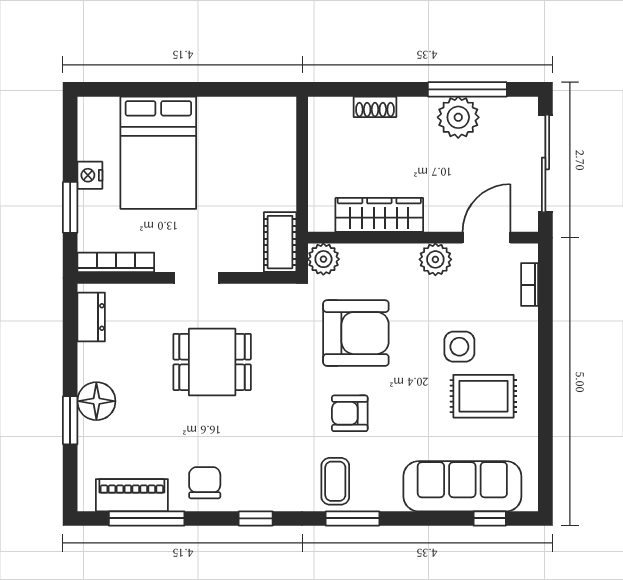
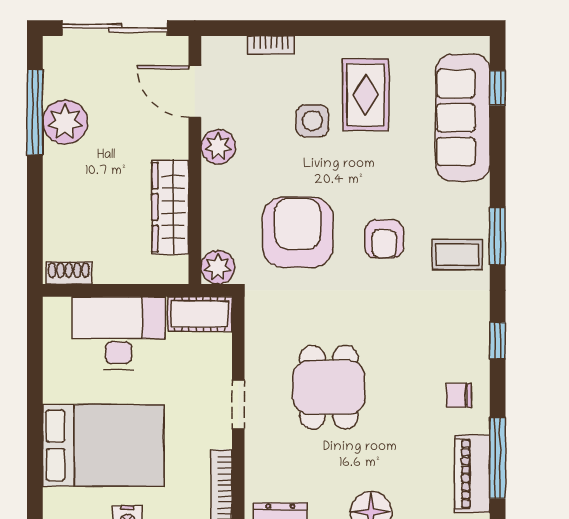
shoe rack: (375, 107) -> (69, 273), moved, turned -90
desk: (262, 167) -> (119, 333), added
bookcase: (530, 285) -> (271, 45), moved
chair: (205, 483) -> (459, 395), width x0.73, depth x0.73

